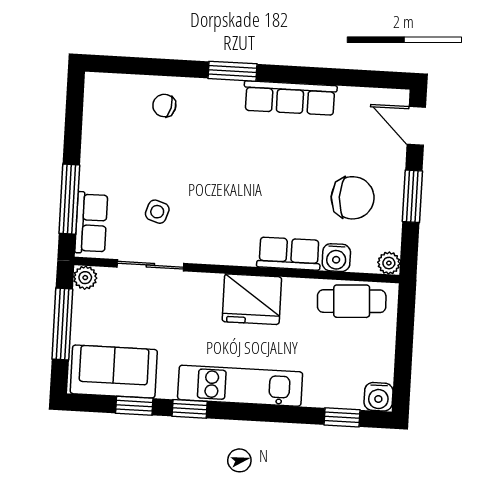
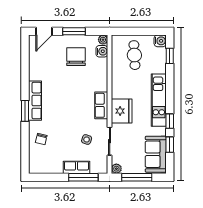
row of seats: (290, 98) -> (35, 101), moved
row of seats: (91, 223) -> (76, 167), moved
row of seats: (289, 254) -> (101, 105), moved
water cooler: (336, 258) -> (102, 51), moved
fridge: (252, 299) -> (122, 111), moved
cafe table: (352, 301) -> (134, 55), moved

